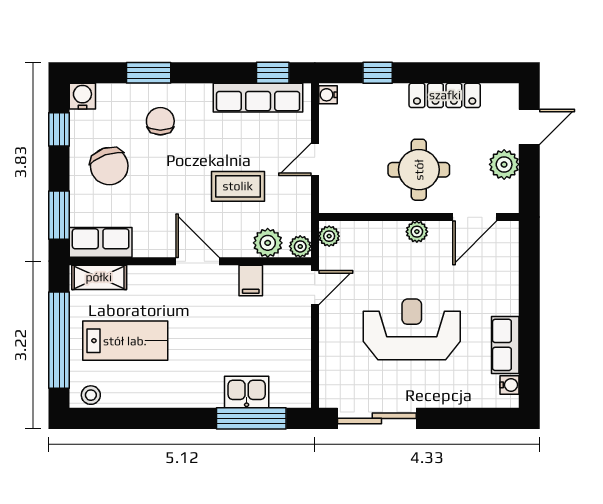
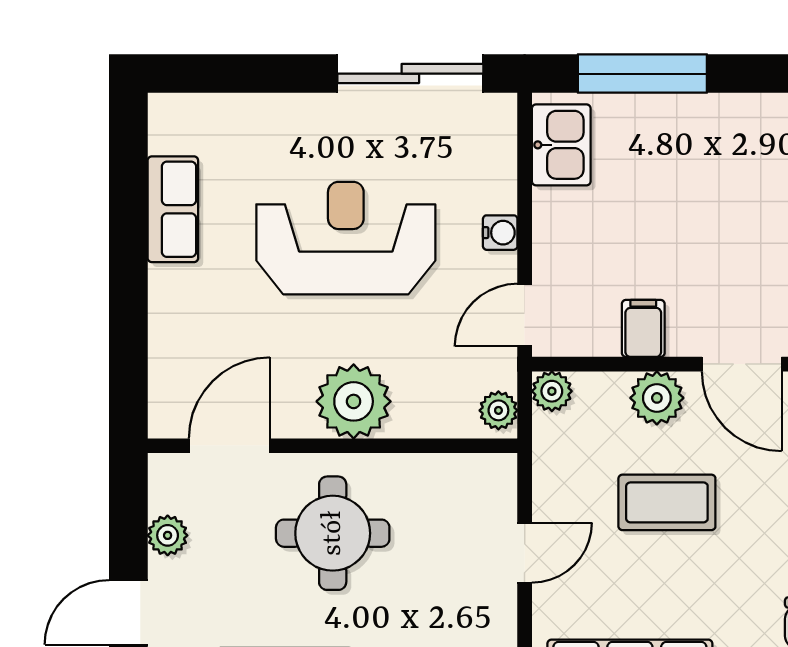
plant: (504, 164) -> (168, 535), width x0.73, depth x0.73
plant: (417, 232) -> (354, 401), width x1.88, depth x1.88
plant: (268, 243) -> (657, 398), moved
reception desk: (412, 329) -> (346, 238), turned 180
water cooler: (510, 385) -> (500, 233), moved, turned 180
kitchen sink: (247, 392) -> (561, 145), moved, turned -90

